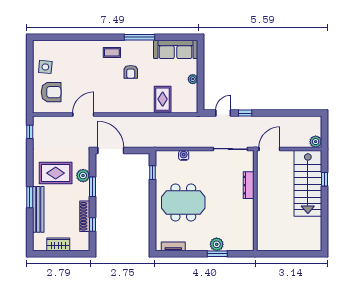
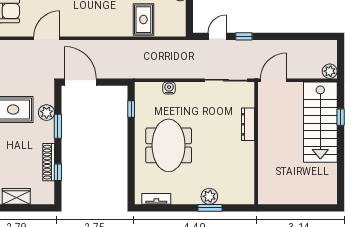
meeting table: (183, 203) -> (169, 145), turned 90

